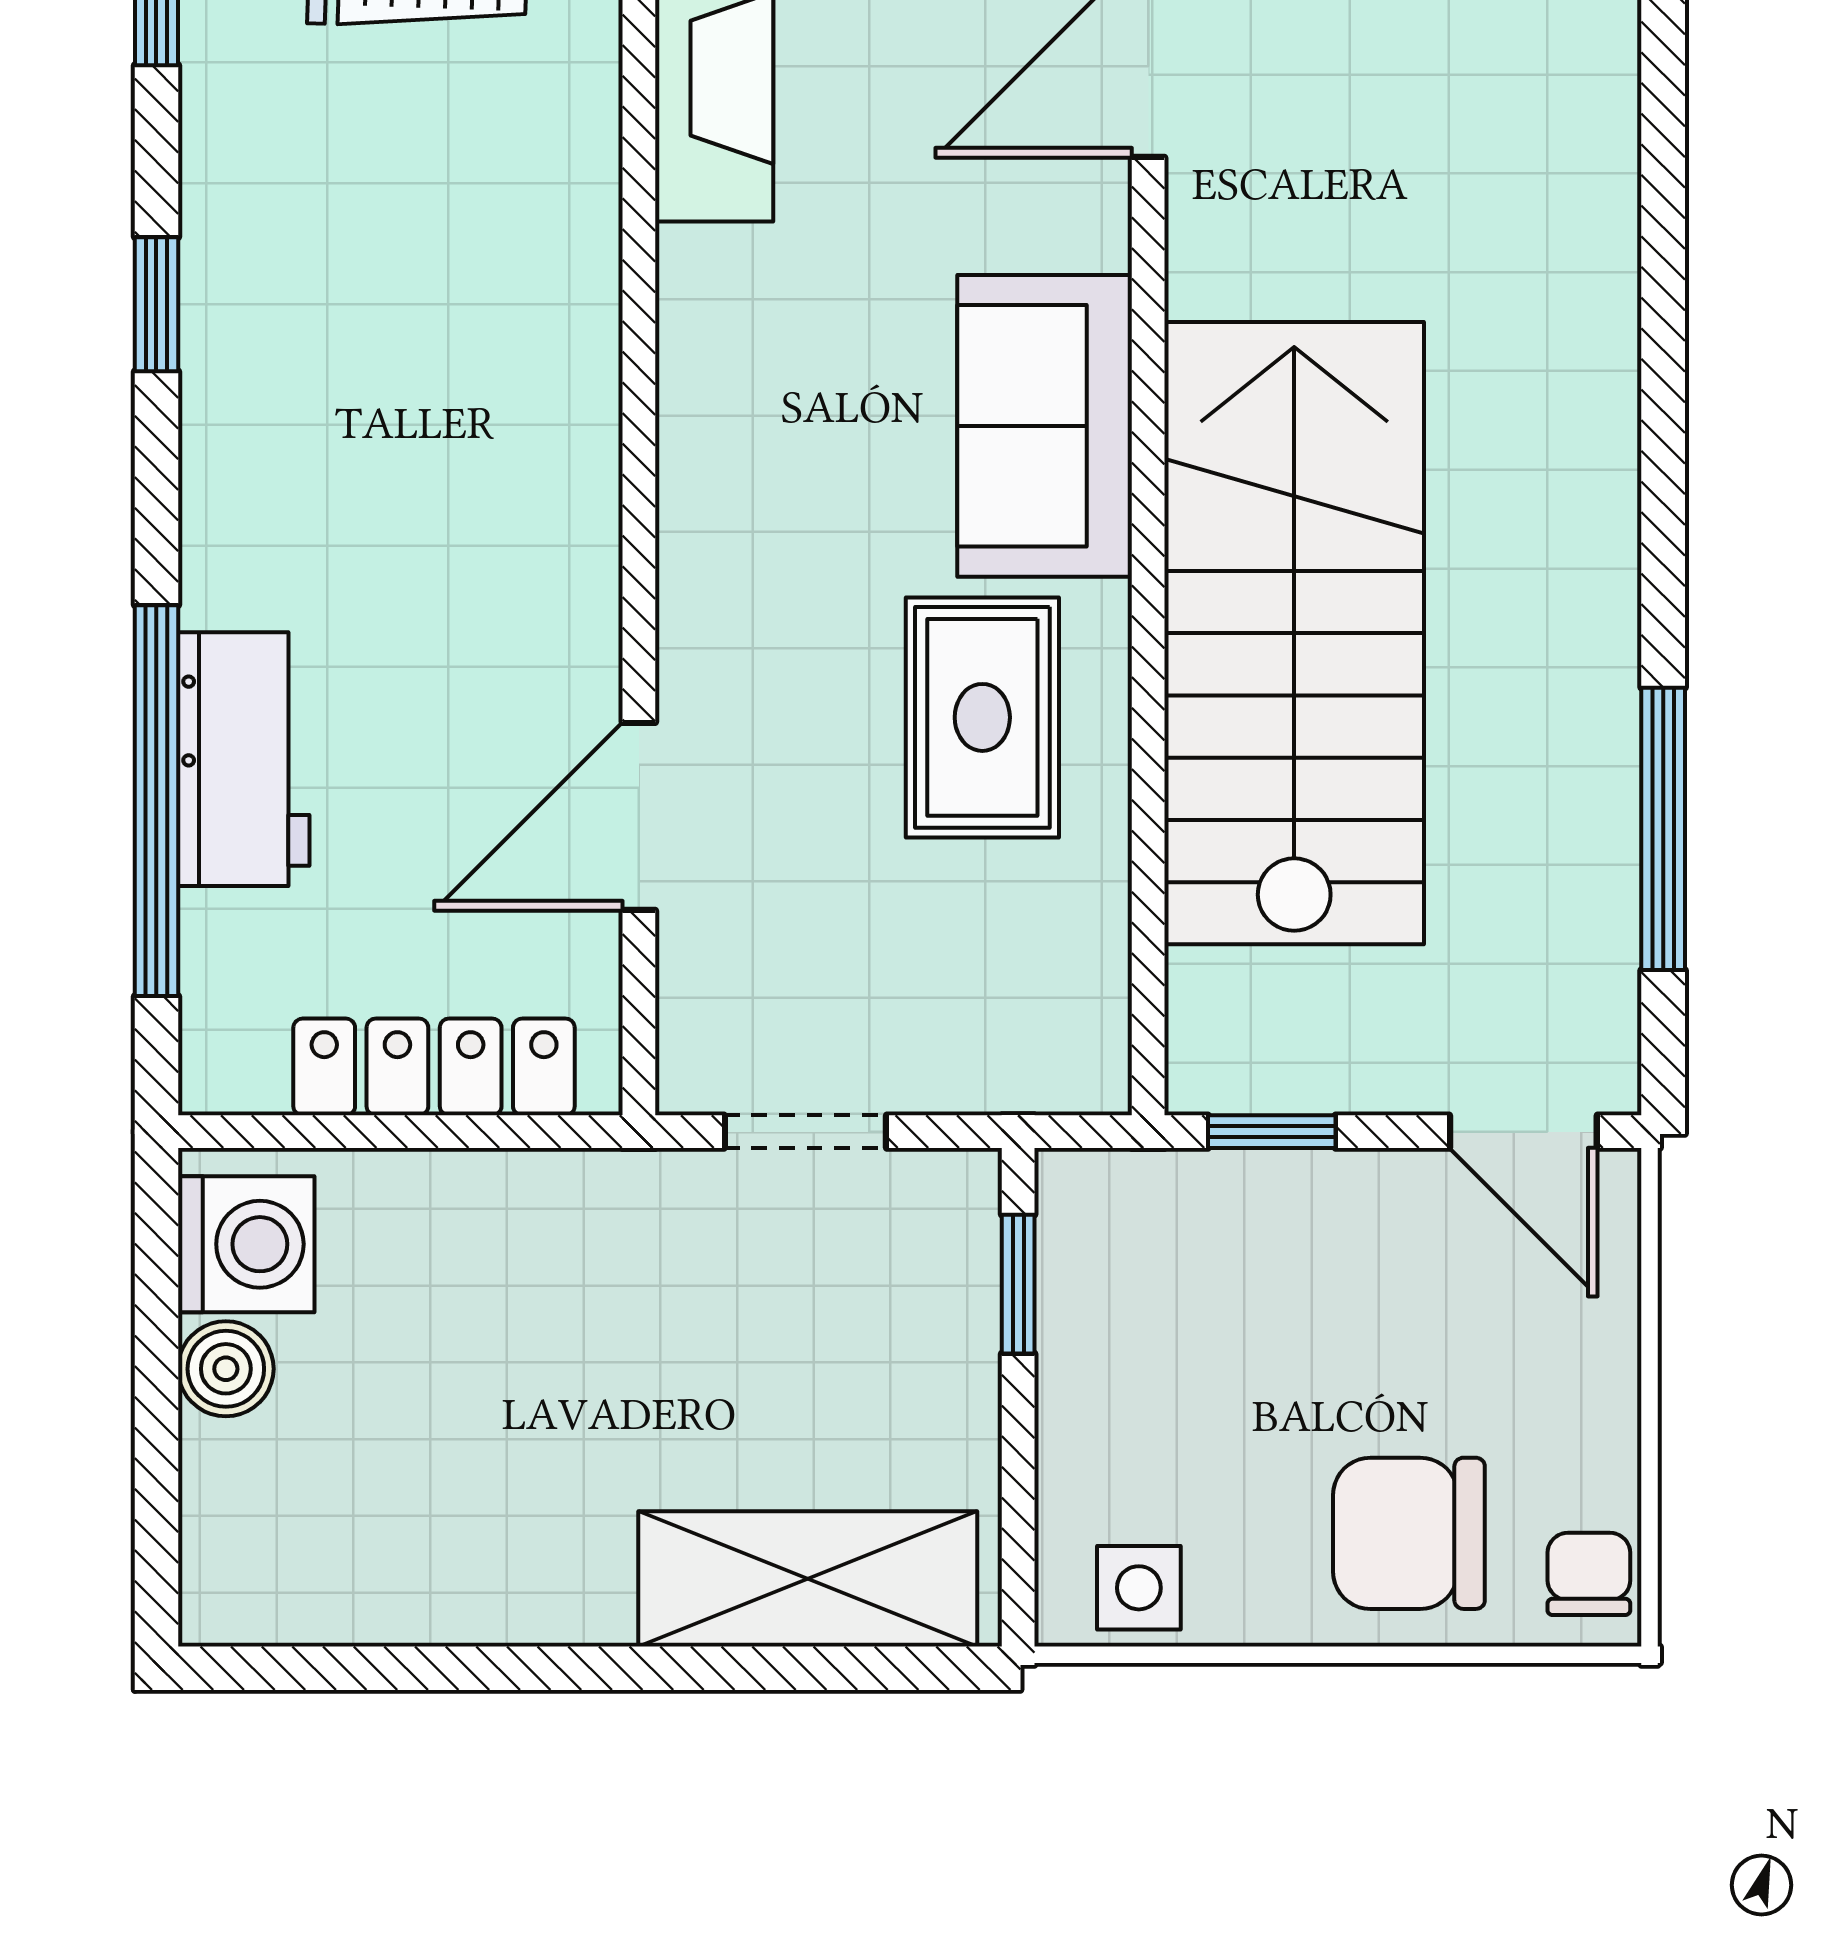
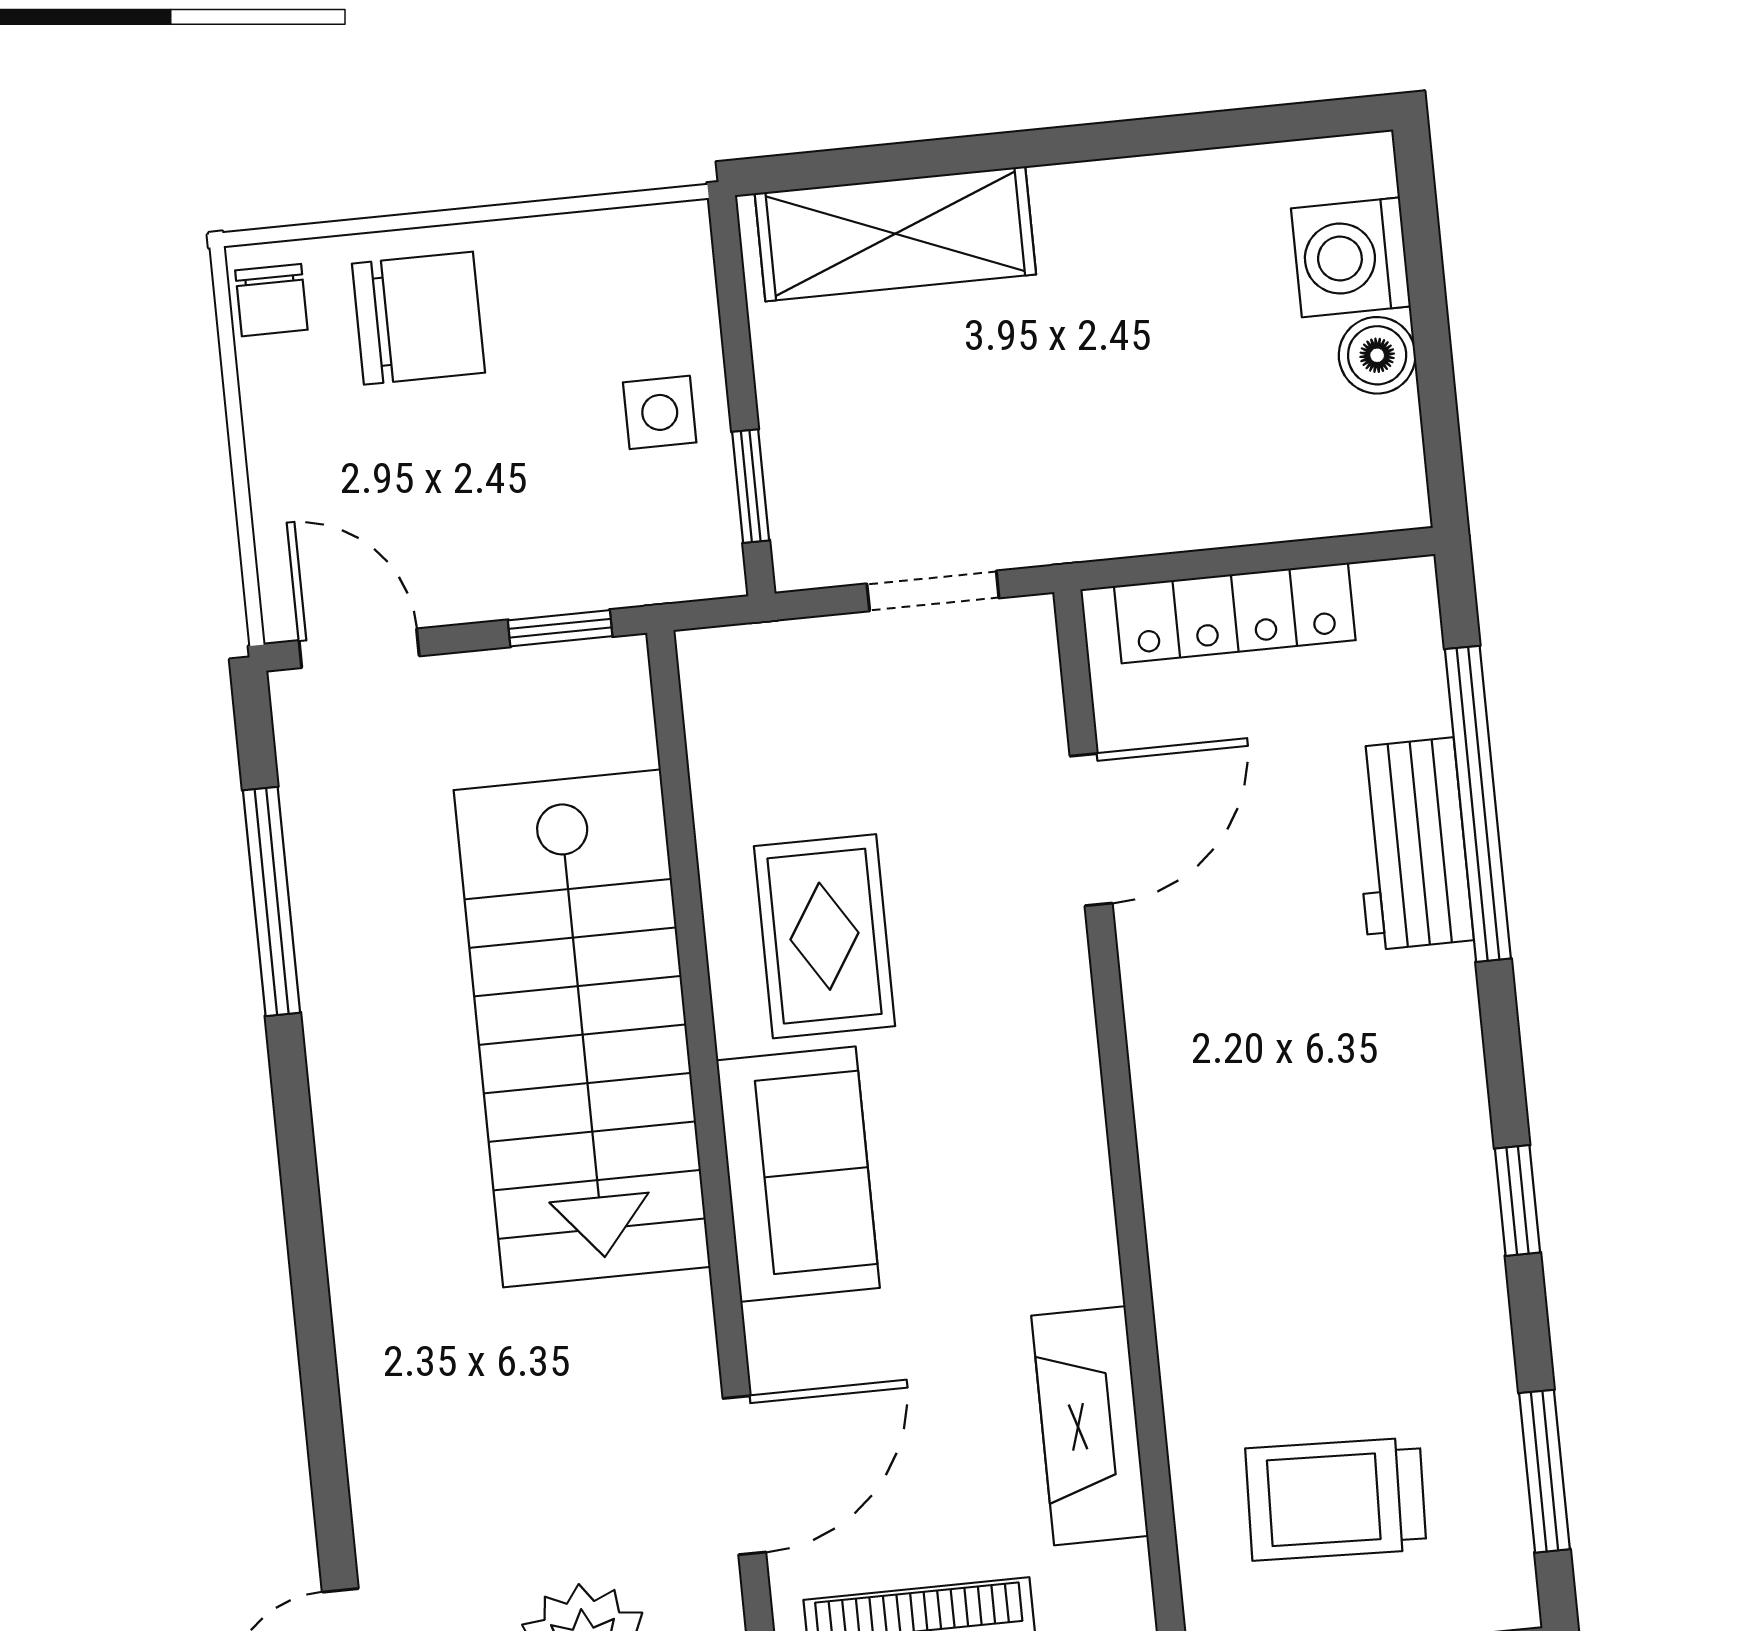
washing machine: (246, 1244) -> (1351, 257), moved
side table: (1139, 1588) -> (660, 412), moved

